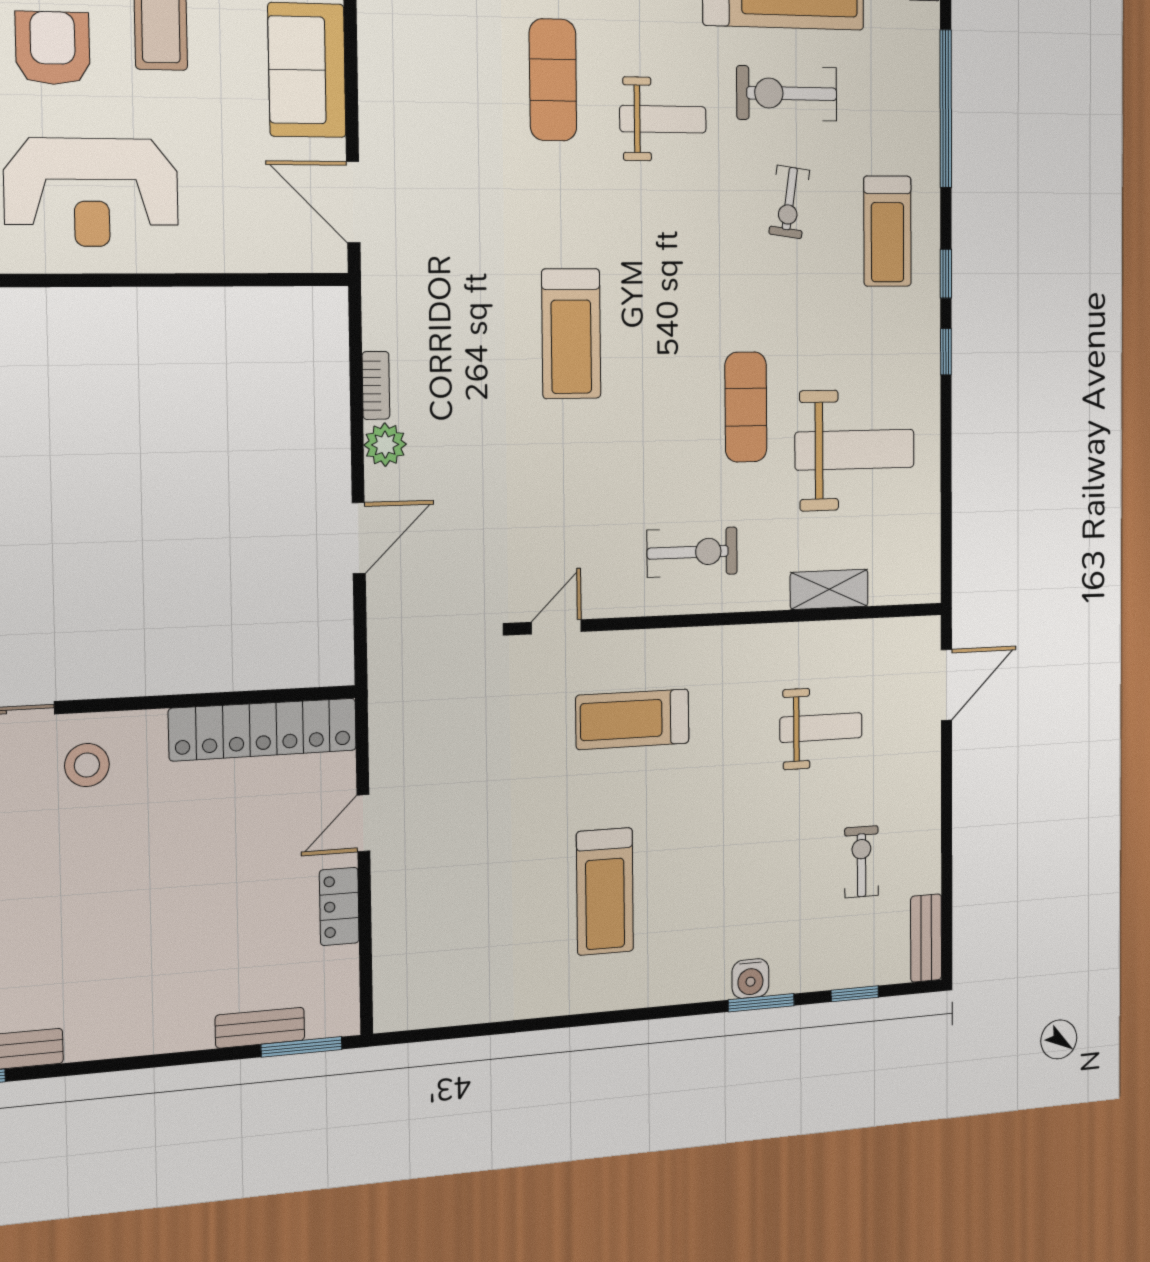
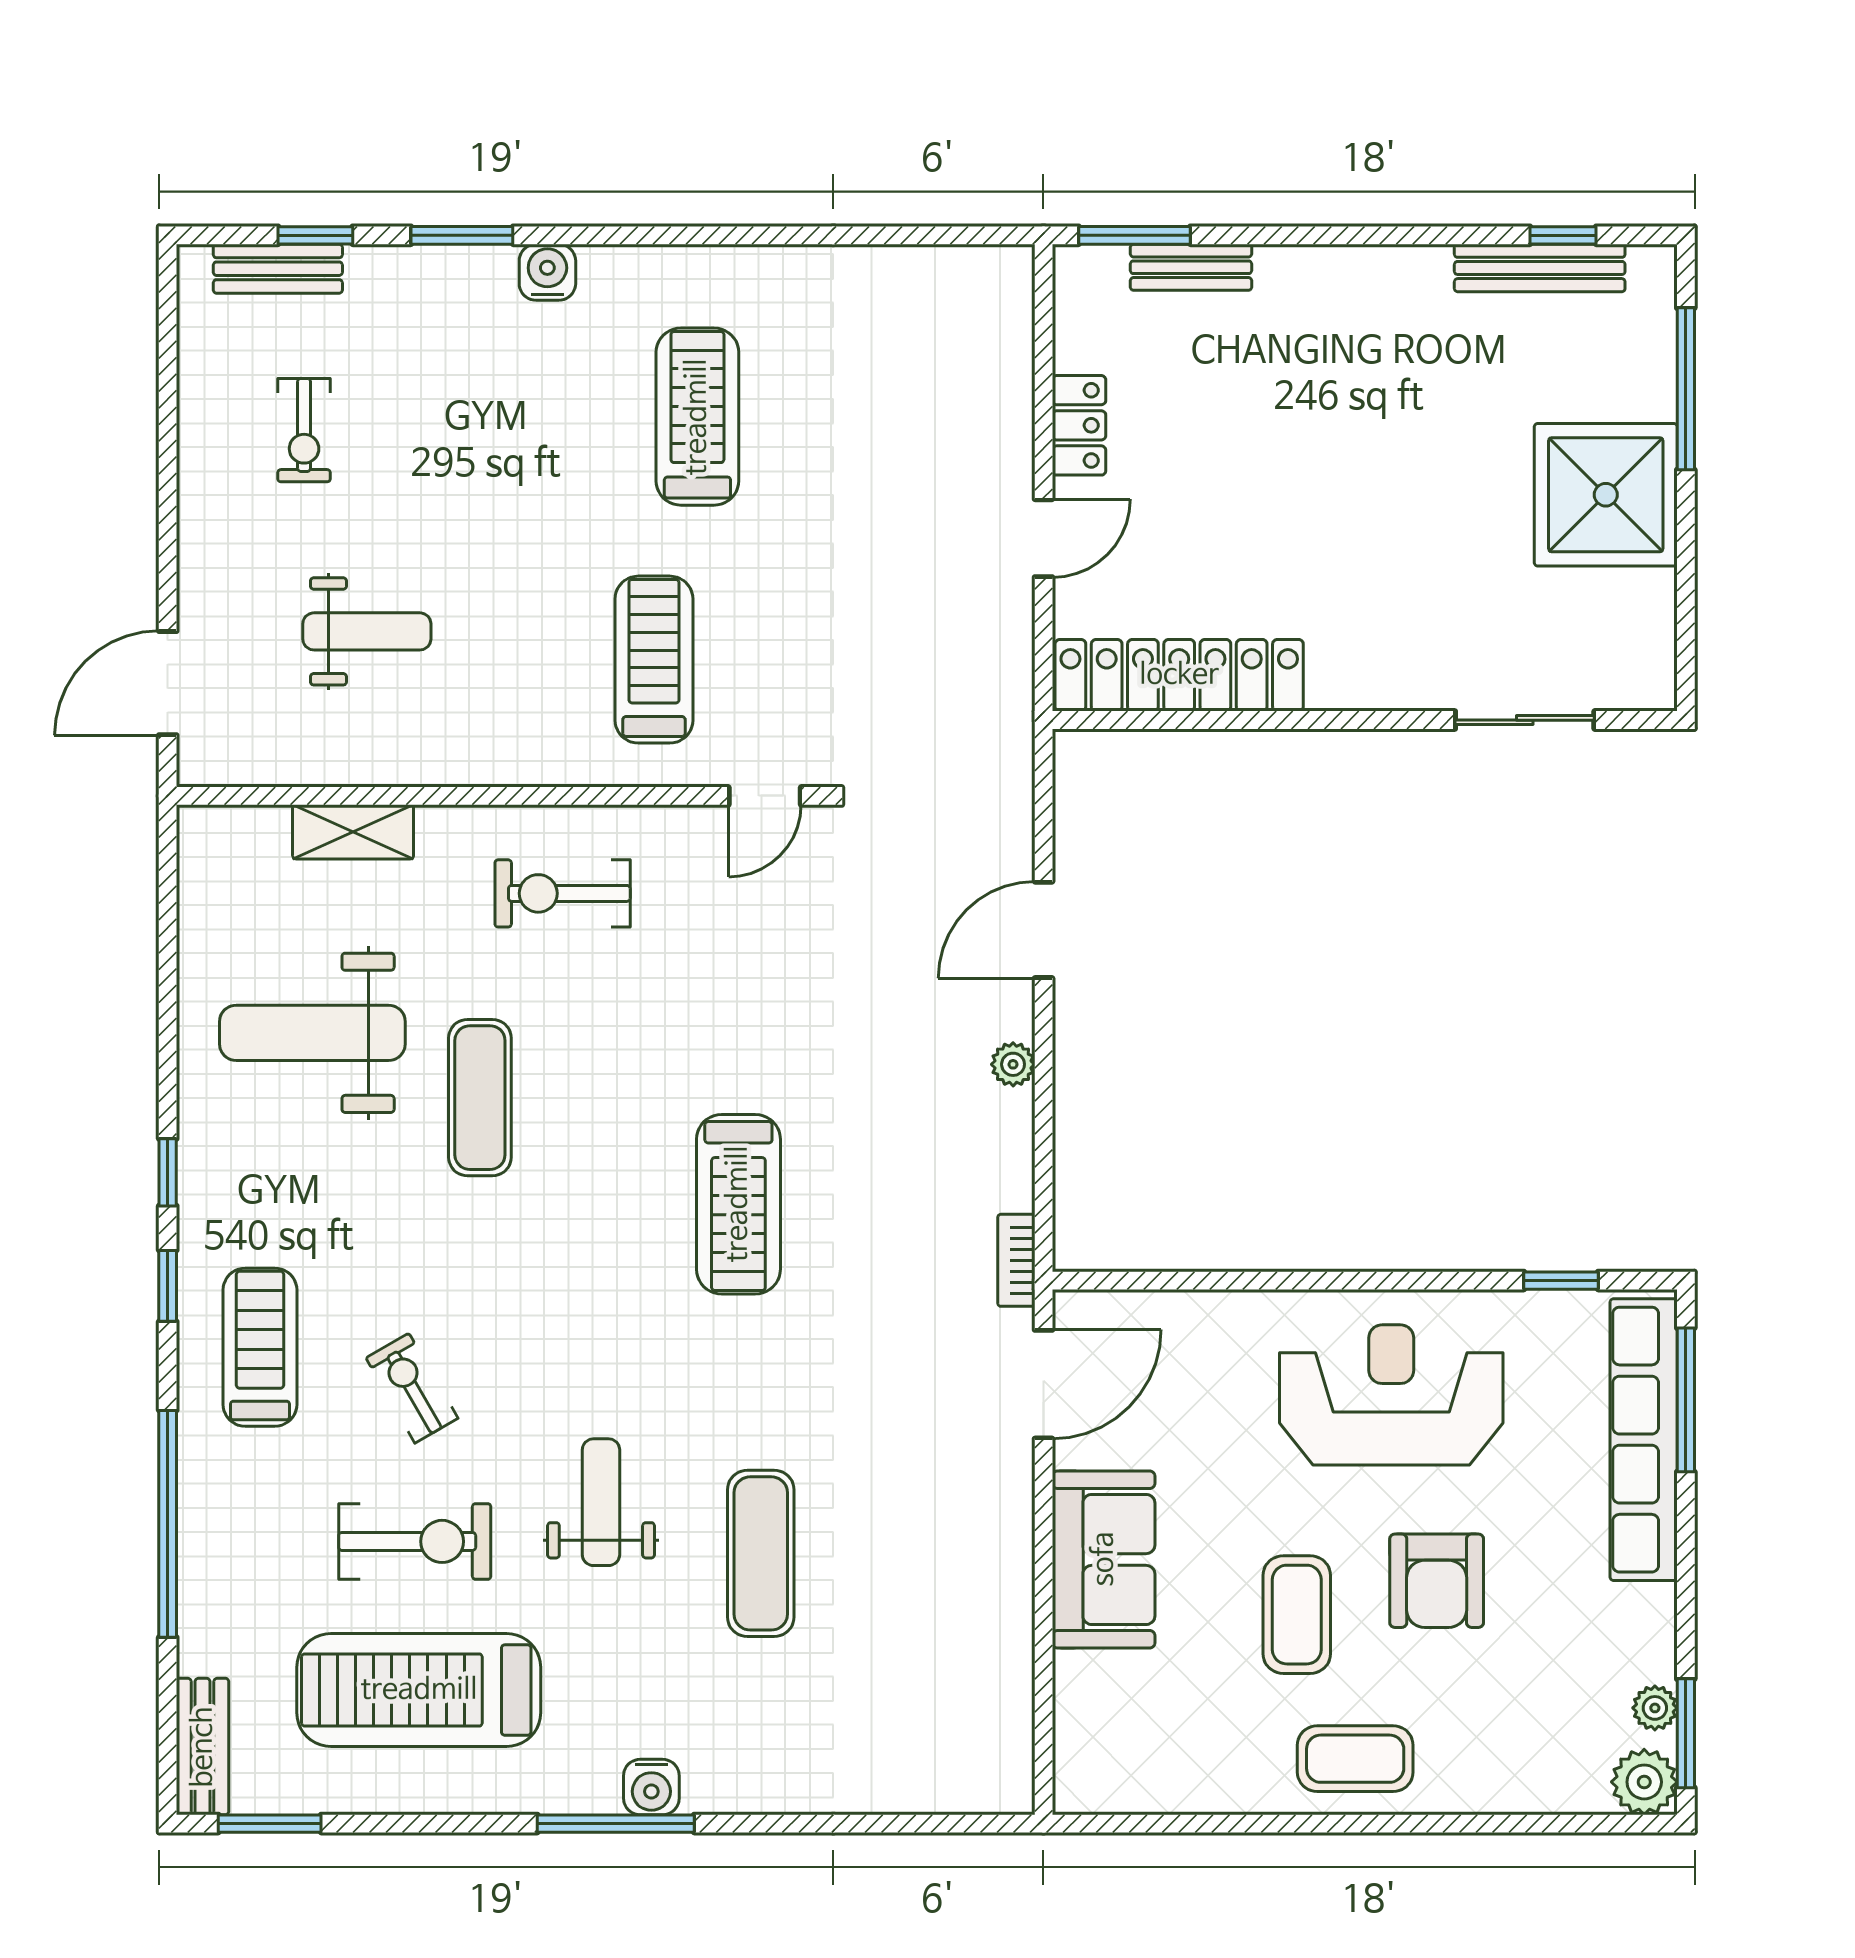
weight bench: (663, 119) -> (601, 1502), turned 90
door: (353, 202) -> (1044, 1384), hinge flipped
exercise bike: (789, 202) -> (412, 1388), turned -38
treadmill: (571, 334) -> (738, 1204), turned 180
bookcase: (376, 385) -> (1016, 1260), moved
plant: (385, 445) -> (1013, 1064), width x0.73, depth x0.73
treadmill: (633, 719) -> (654, 660), turned -90
weight bench: (821, 728) -> (367, 631), turned 180
stool: (87, 765) -> (1414, 641), removed
bench: (926, 938) -> (278, 269), moved, turned 90
water cooler: (750, 979) -> (547, 272), moved

